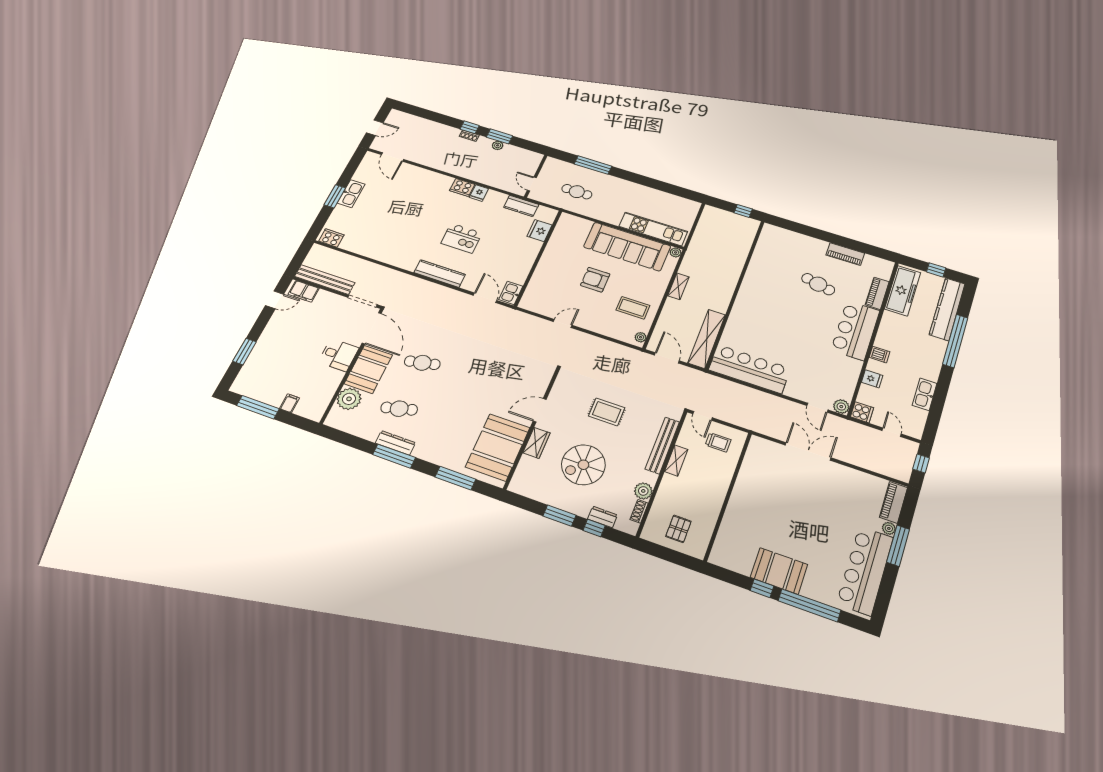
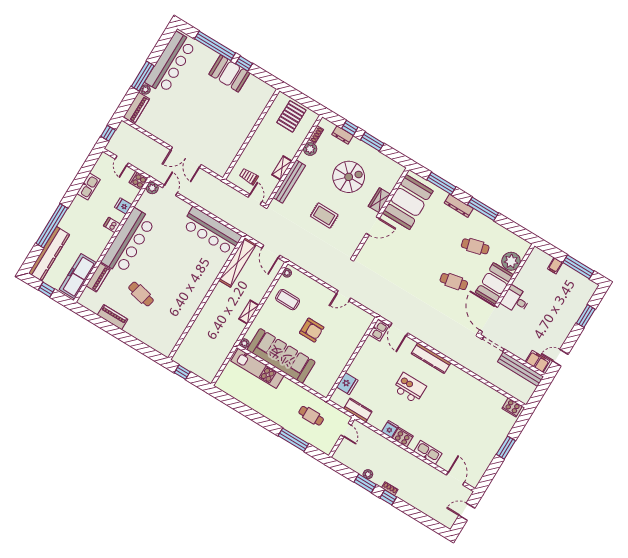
kitchen sink: (351, 194) -> (428, 452), moved, turned 90
bar counter: (855, 330) -> (128, 241), width x1.36
dresser: (395, 443) -> (459, 206), moved
pallet: (678, 529) -> (291, 116), width x1.50, depth x1.42

